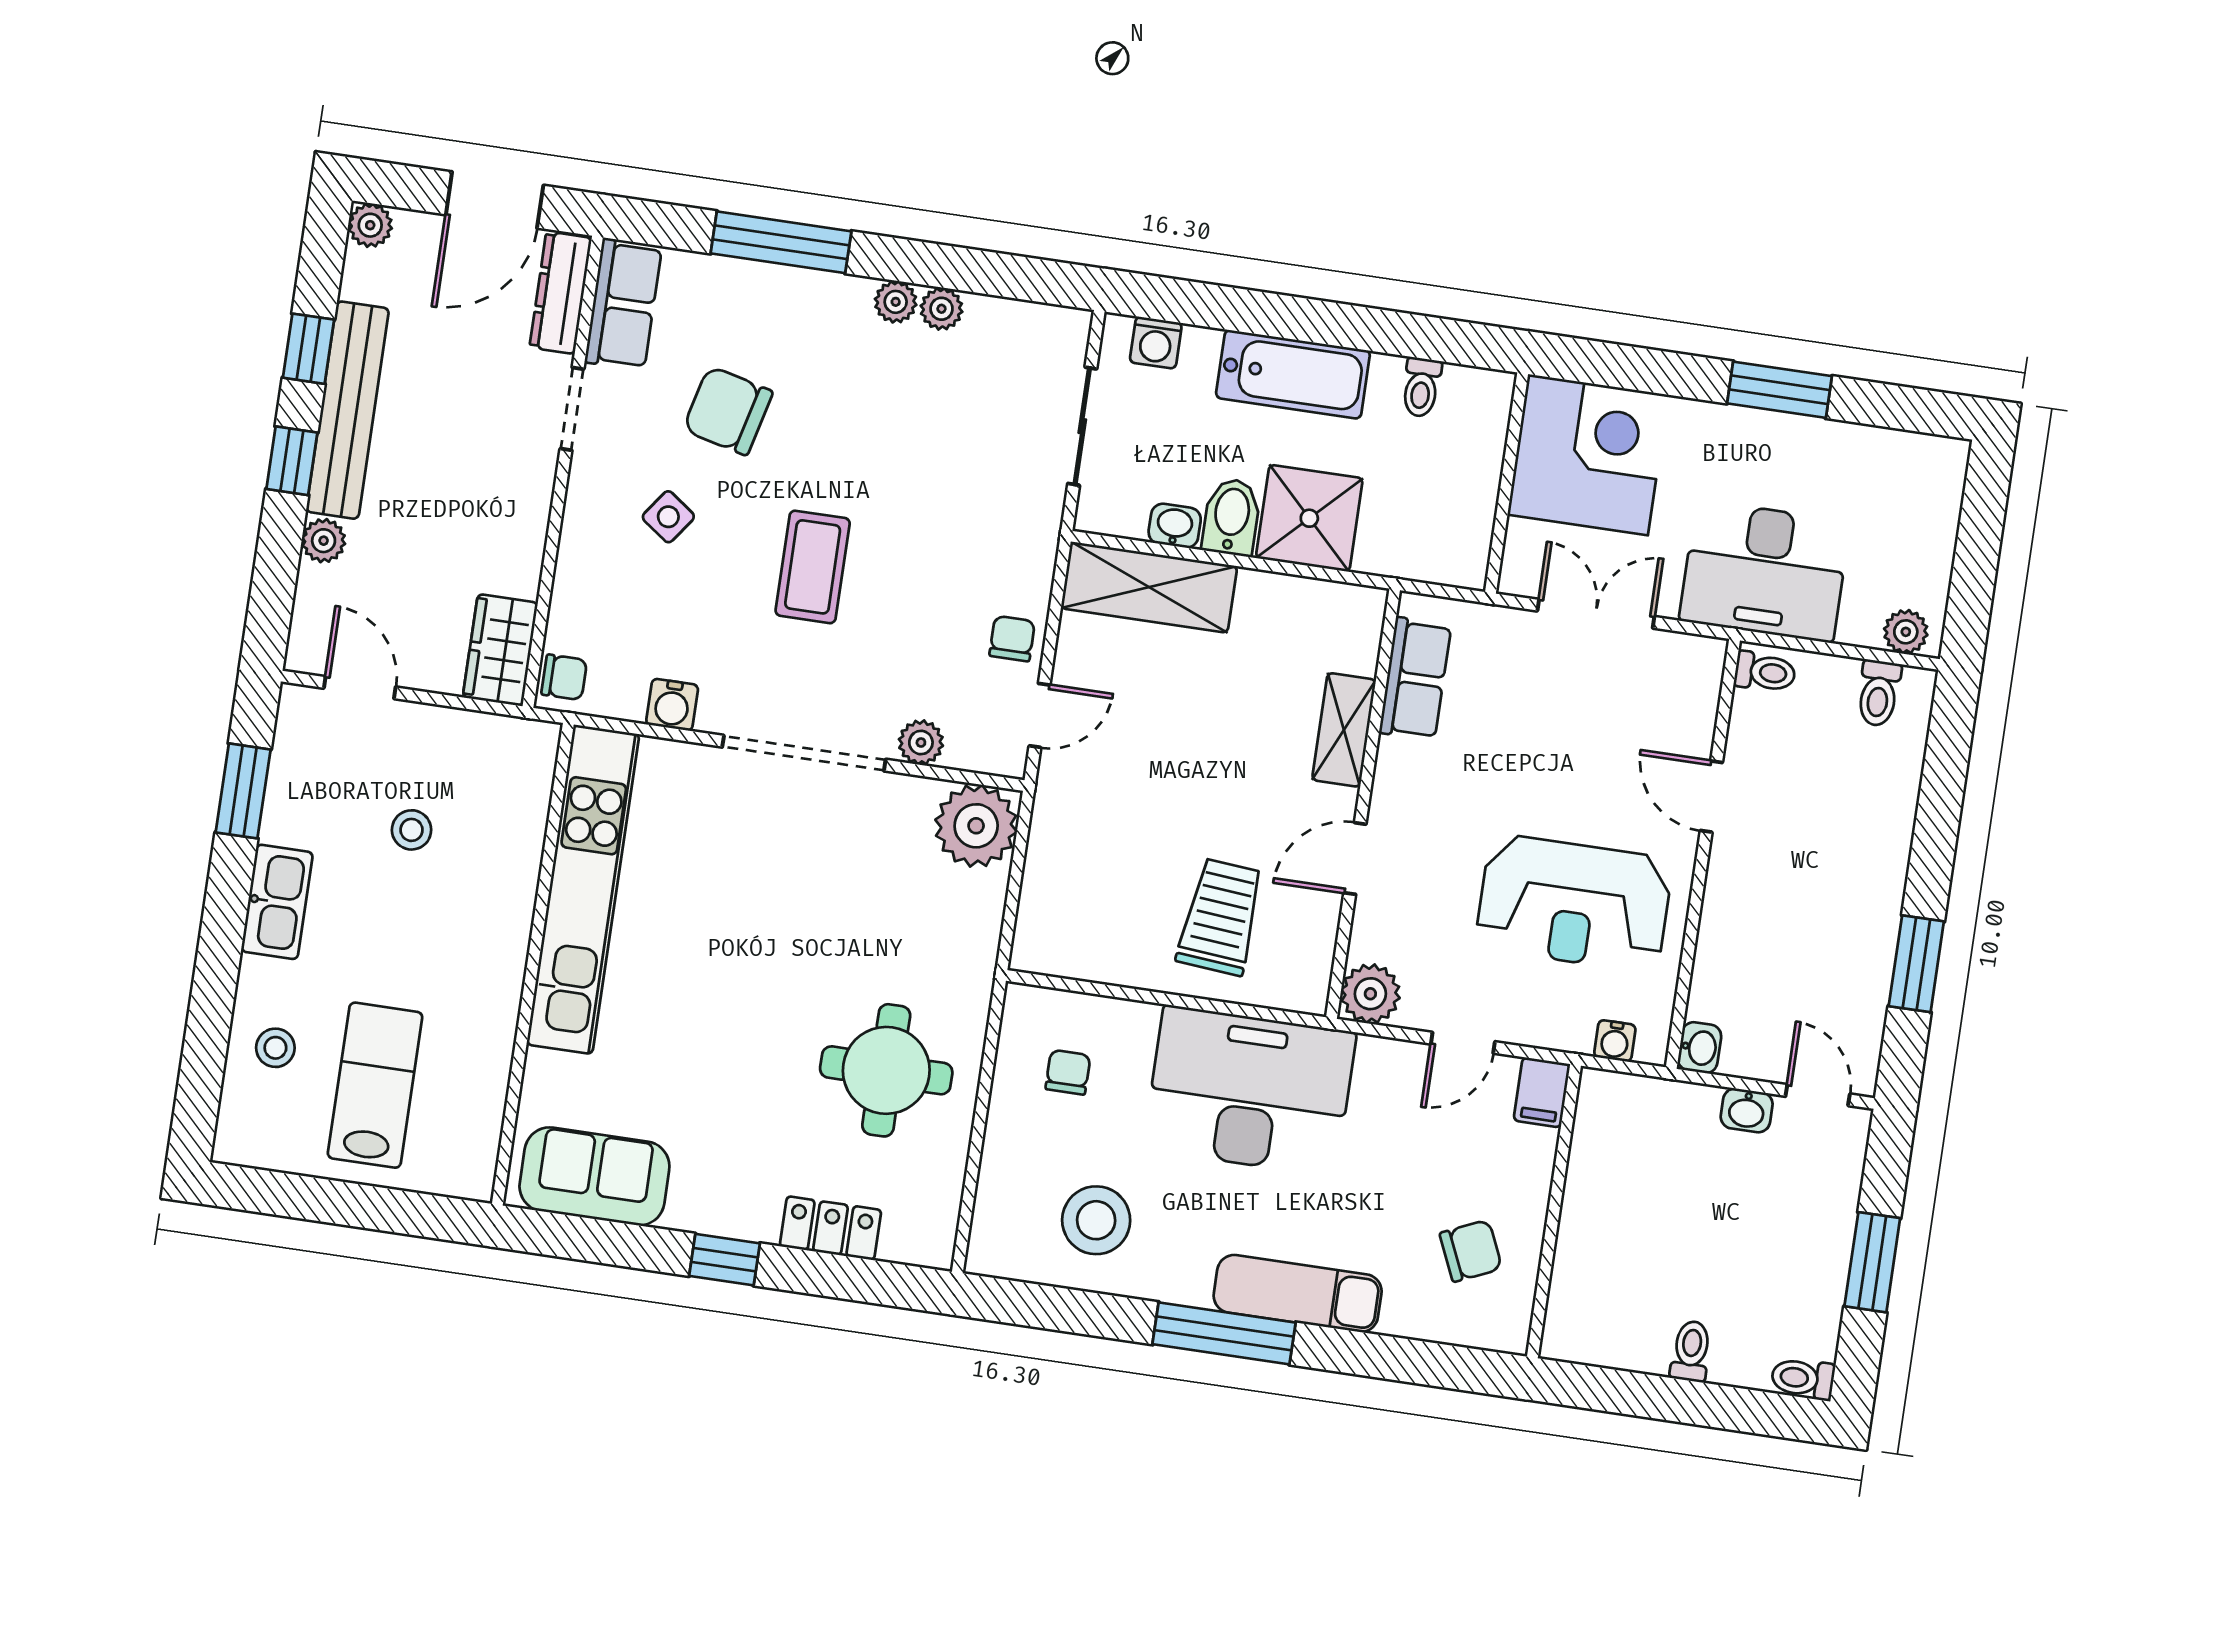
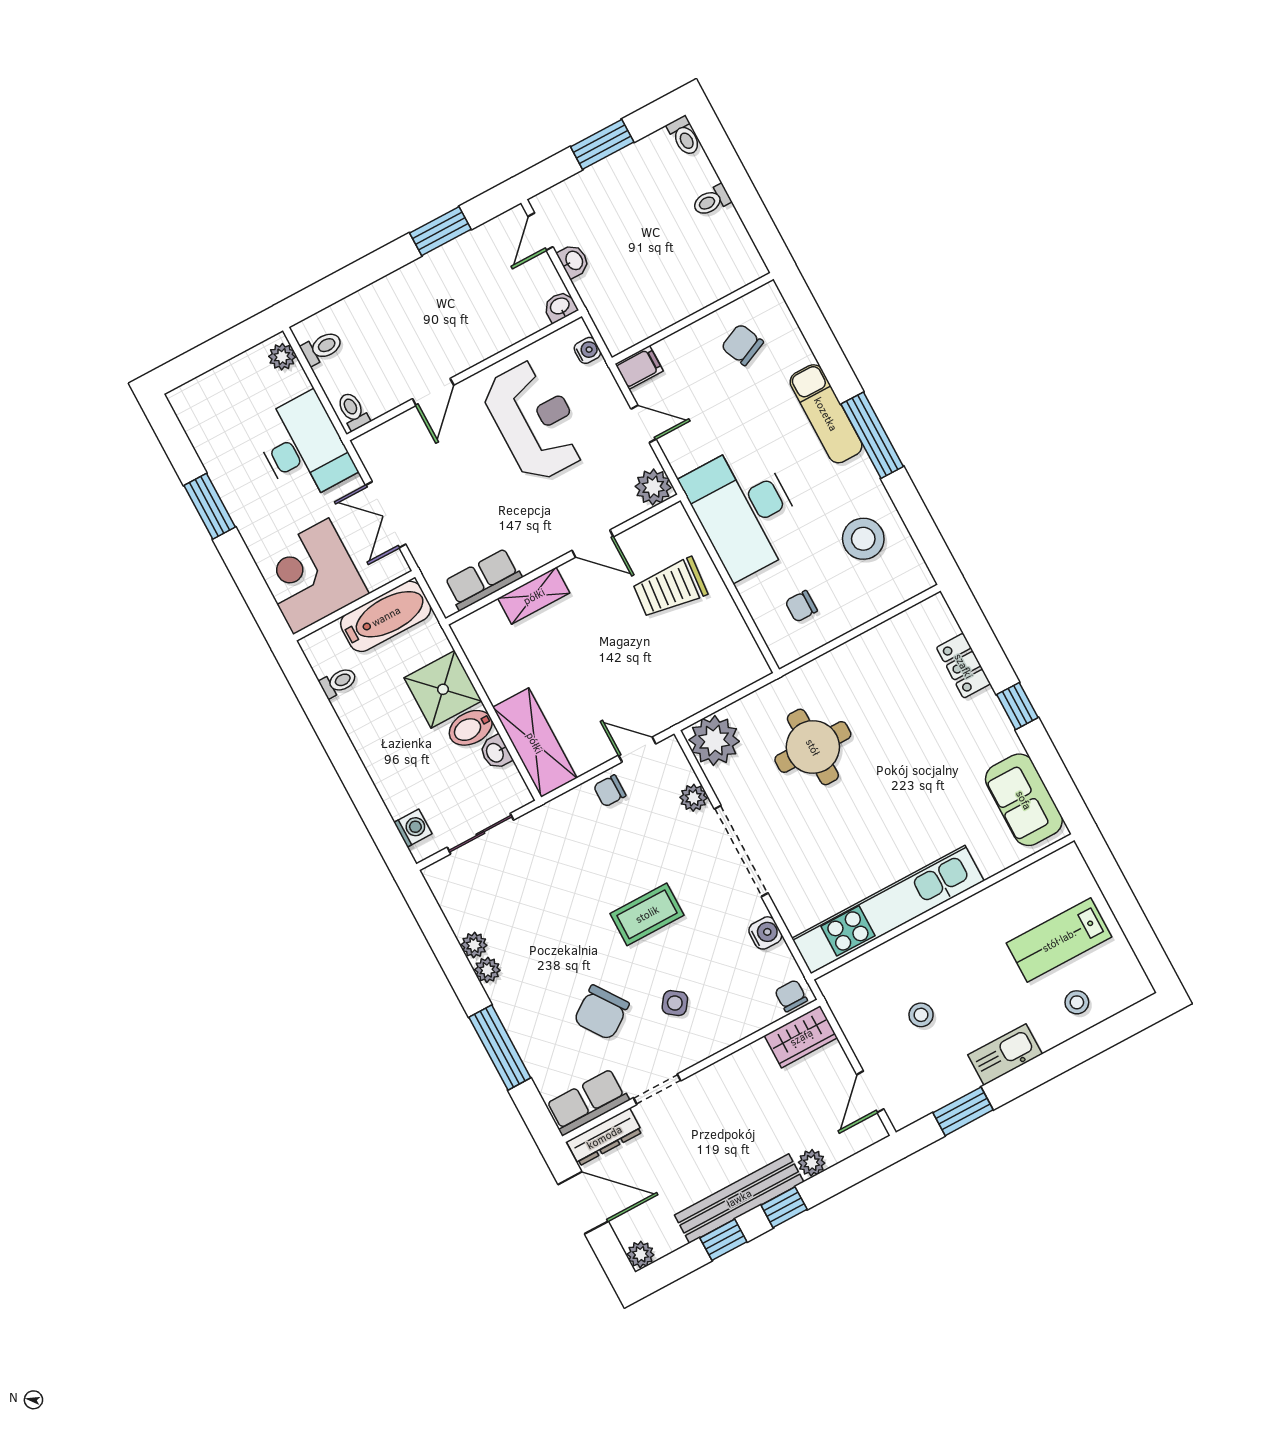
bathtub: (1293, 374) -> (386, 616), moved, turned 90
chair: (728, 411) -> (601, 1012), turned 41
round table: (886, 1070) -> (813, 747), moved

